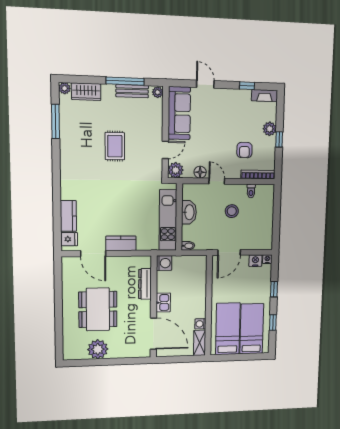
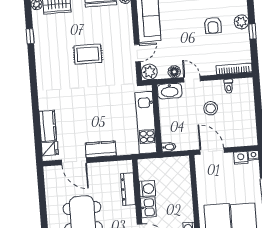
window: (55, 122) -> (30, 36), width x0.46
rug: (115, 146) -> (88, 54), turned 90
armchair: (244, 150) -> (213, 25), moved
washbasin: (189, 212) -> (170, 91), moved, turned 90
door: (229, 252) -> (212, 151), swing flipped
washing machine: (164, 263) -> (147, 189), moved

